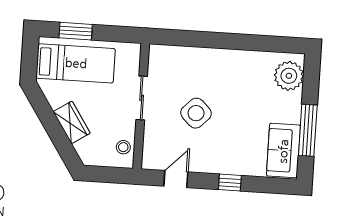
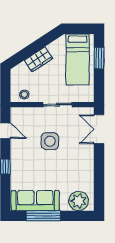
double door: (183, 38) -> (99, 129), added
side table: (196, 113) -> (50, 141), turned 45
sofa: (283, 151) -> (35, 201), width x1.36

